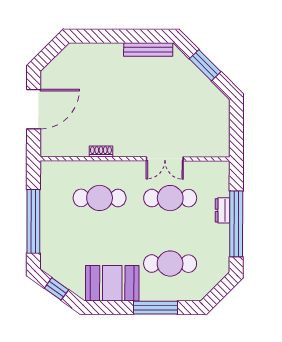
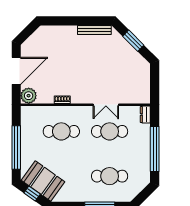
plant: (52, 145) -> (29, 96), added
dresser: (222, 210) -> (145, 114), moved
booth: (112, 283) -> (43, 181), moved, turned 35

